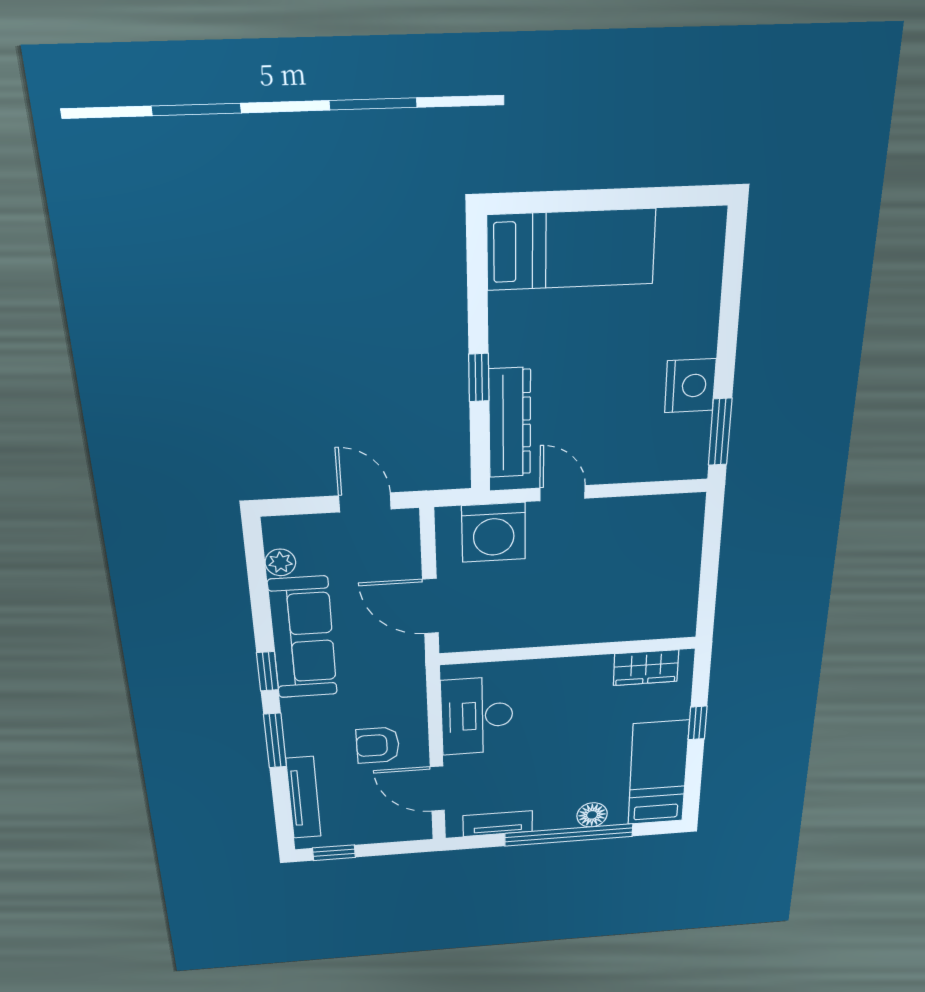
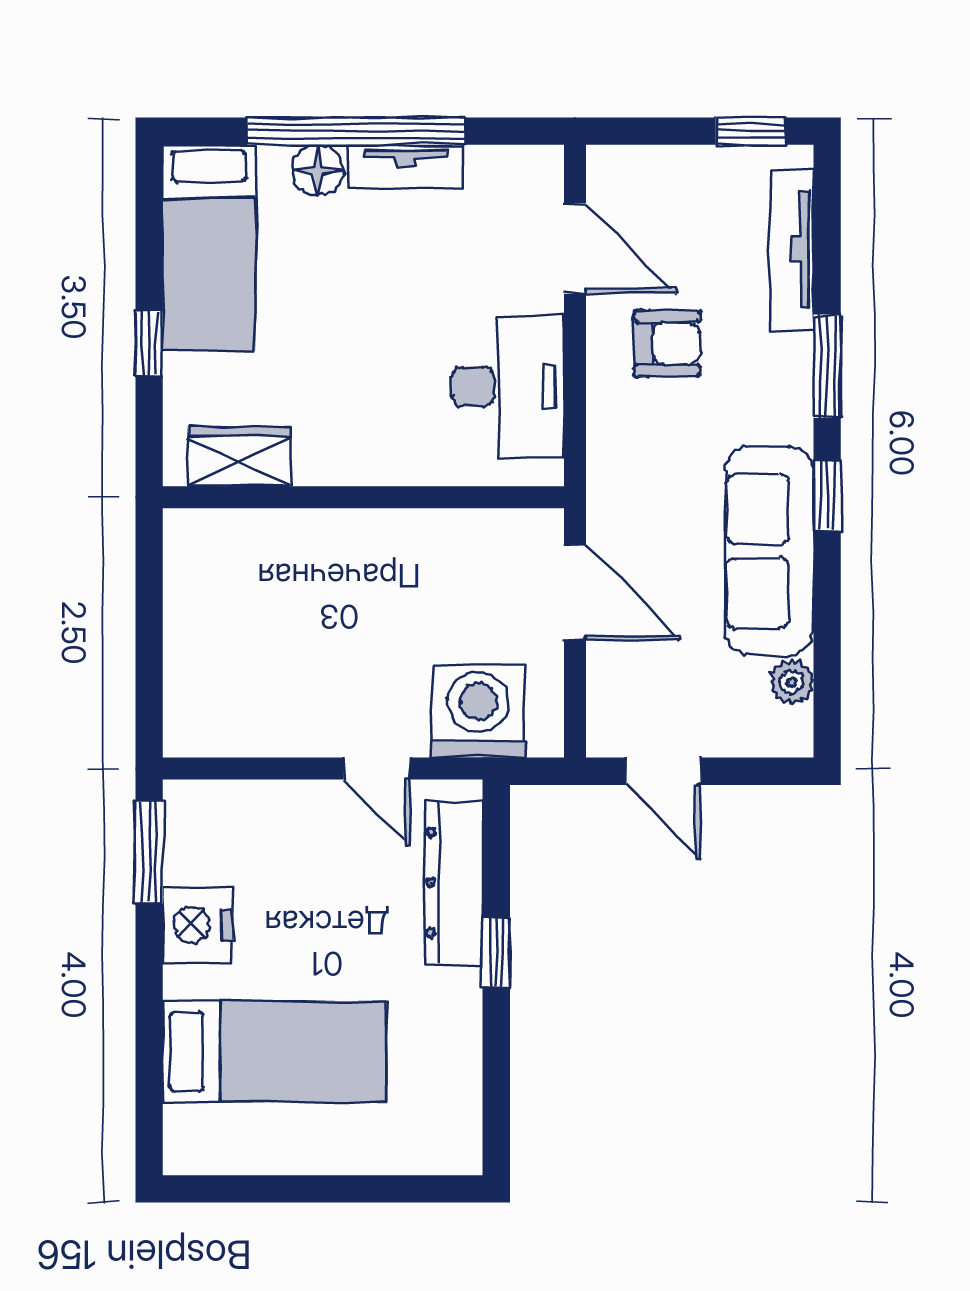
bed: (571, 250) -> (275, 1052), moved, turned 180
tv unit: (498, 824) -> (405, 167), moved

